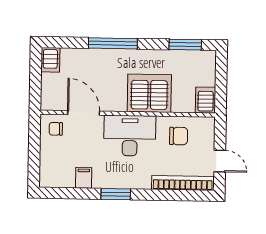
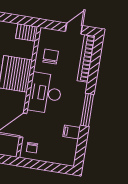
window: (116, 194) -> (87, 110), width x1.44

